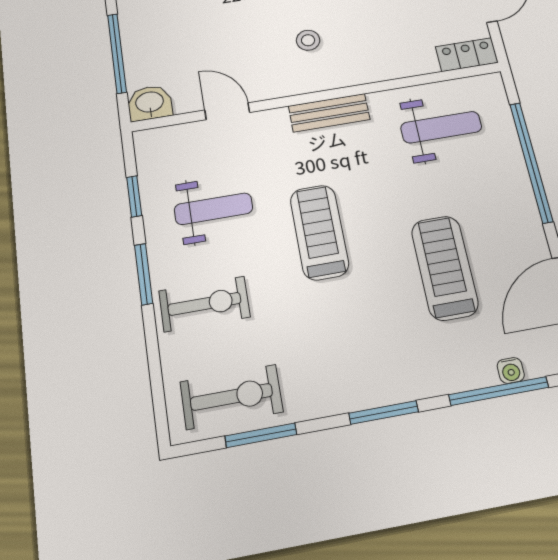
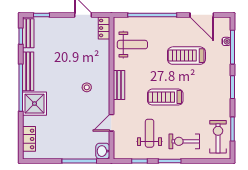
weight bench: (441, 127) -> (132, 45), turned 90
exercise bike: (204, 304) -> (184, 141), turned -90

